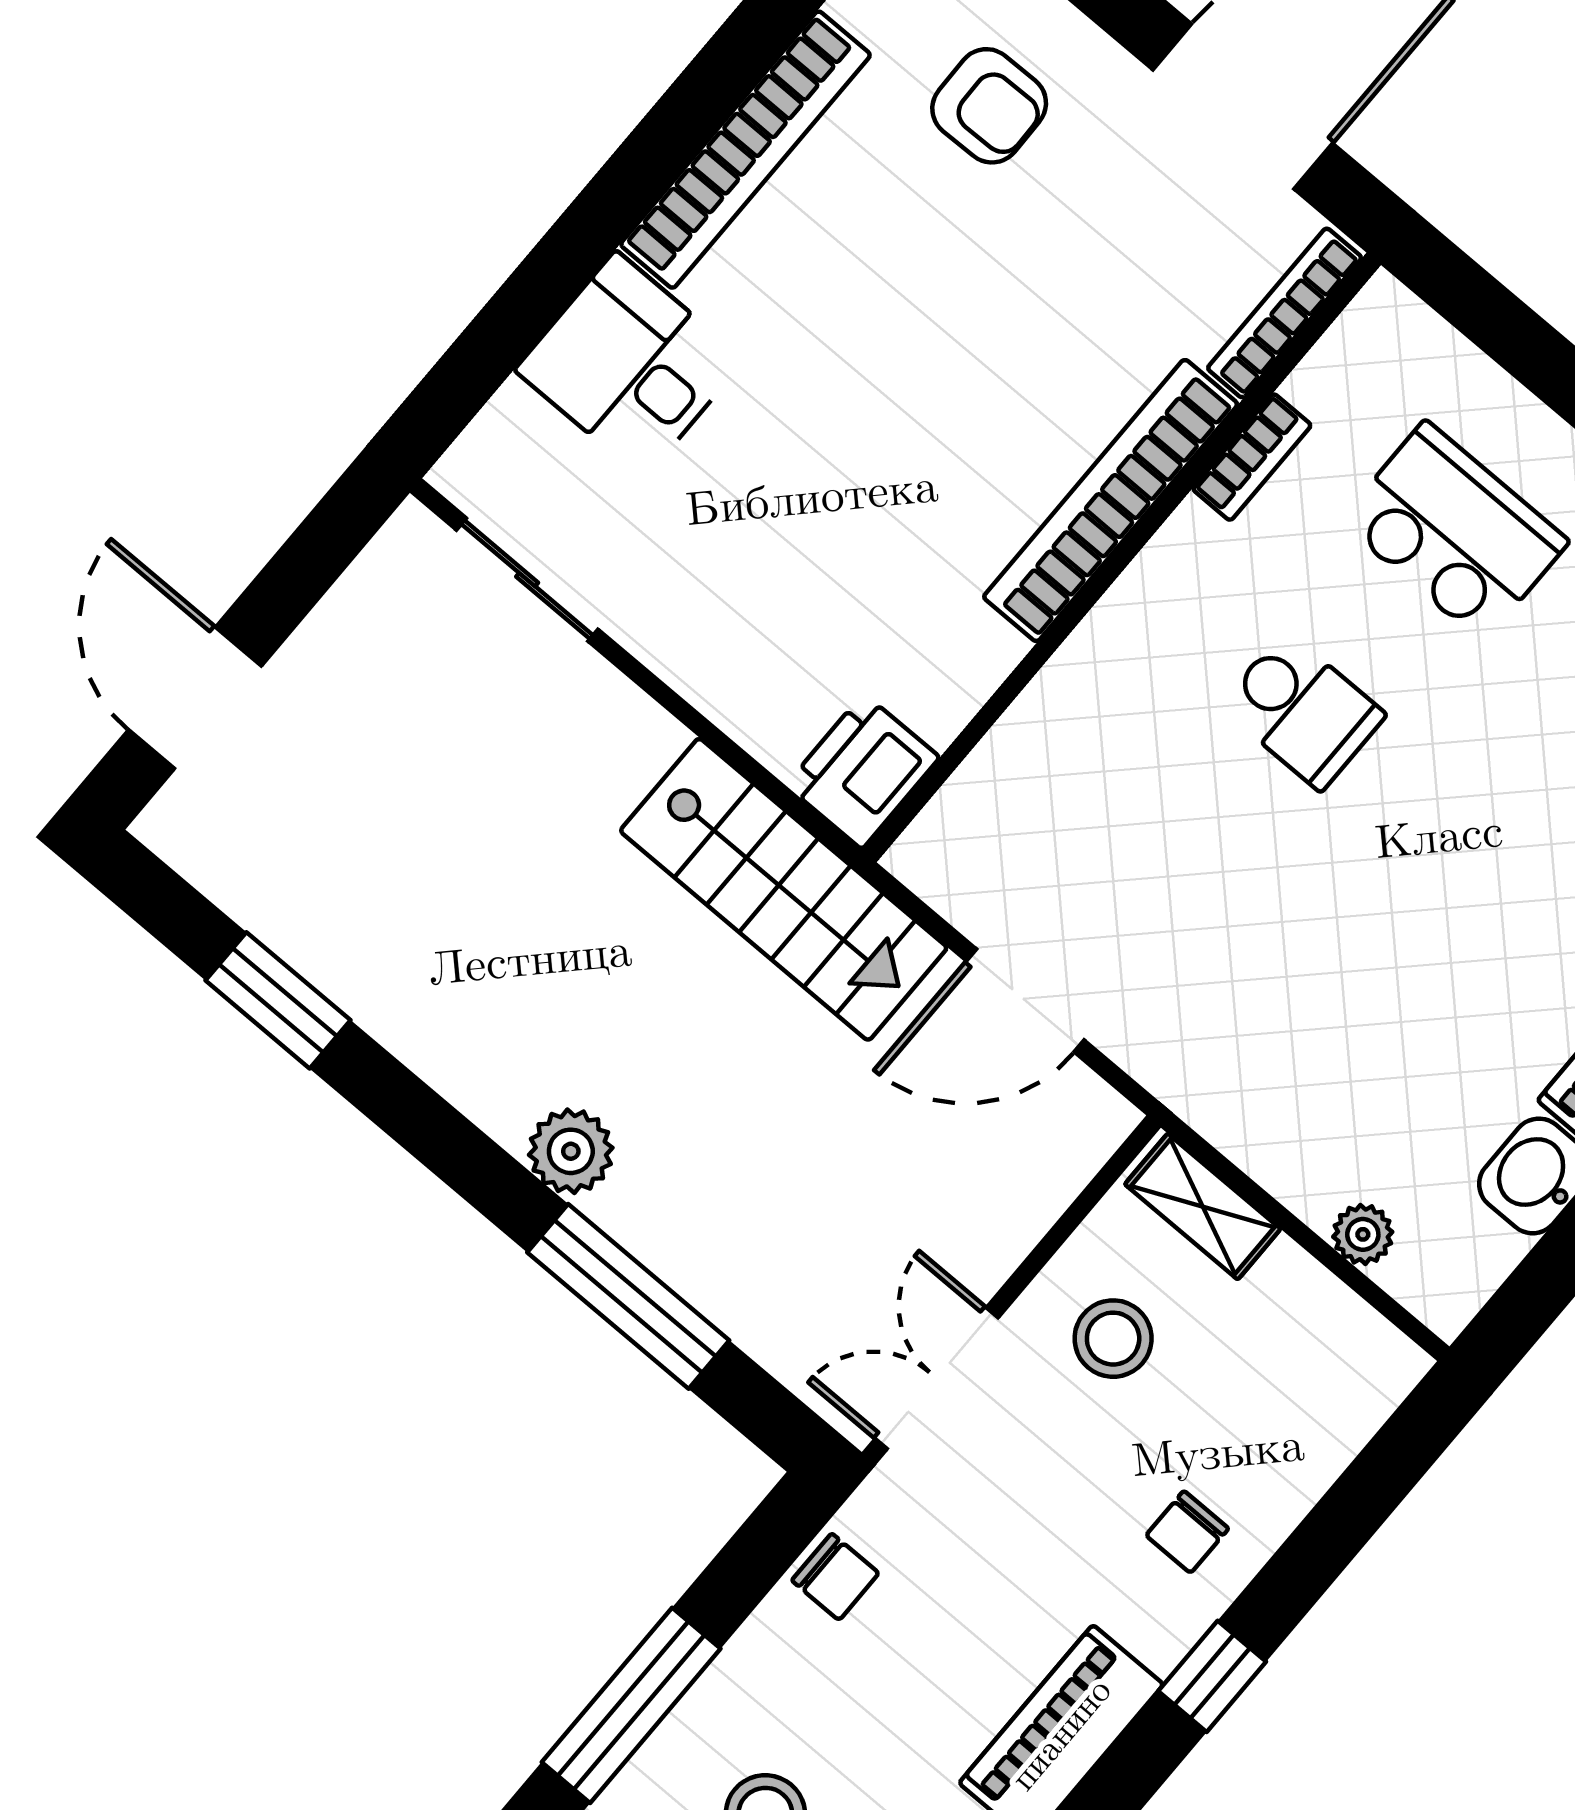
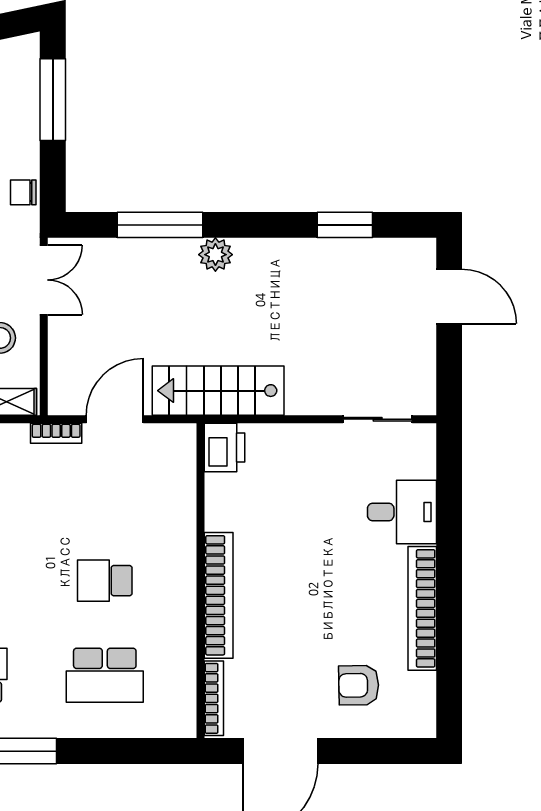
bookcase: (1252, 457) -> (56, 433), moved, turned -90

